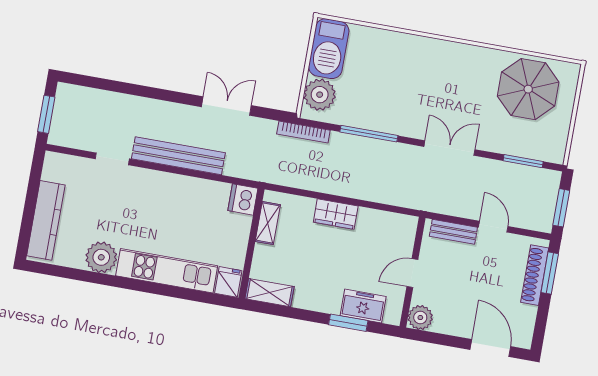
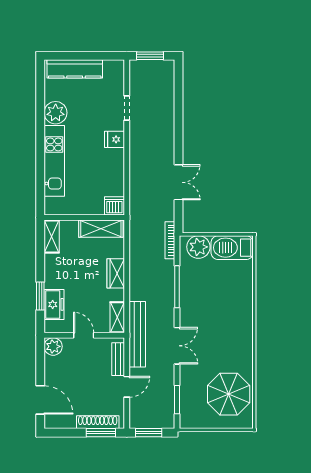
bench: (178, 156) -> (137, 334), moved
shelving: (268, 223) -> (101, 229), width x1.50, depth x1.33
shelving: (396, 223) -> (117, 317), added
fridge: (228, 282) -> (114, 139), moved, turned 180
door: (490, 348) -> (40, 400), hinge flipped

